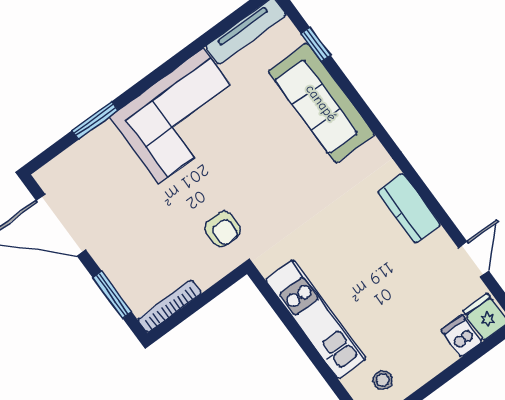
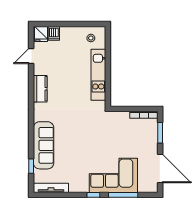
window: (153, 78) -> (93, 195), added
corner sofa: (181, 116) -> (113, 175), moved
window: (95, 120) -> (123, 195), width x1.44
armchair: (223, 229) -> (107, 128), removed

